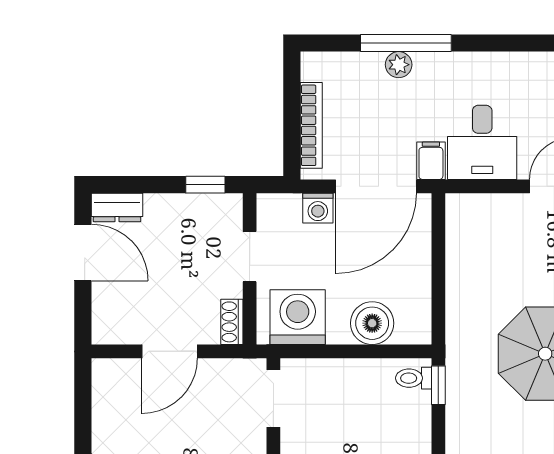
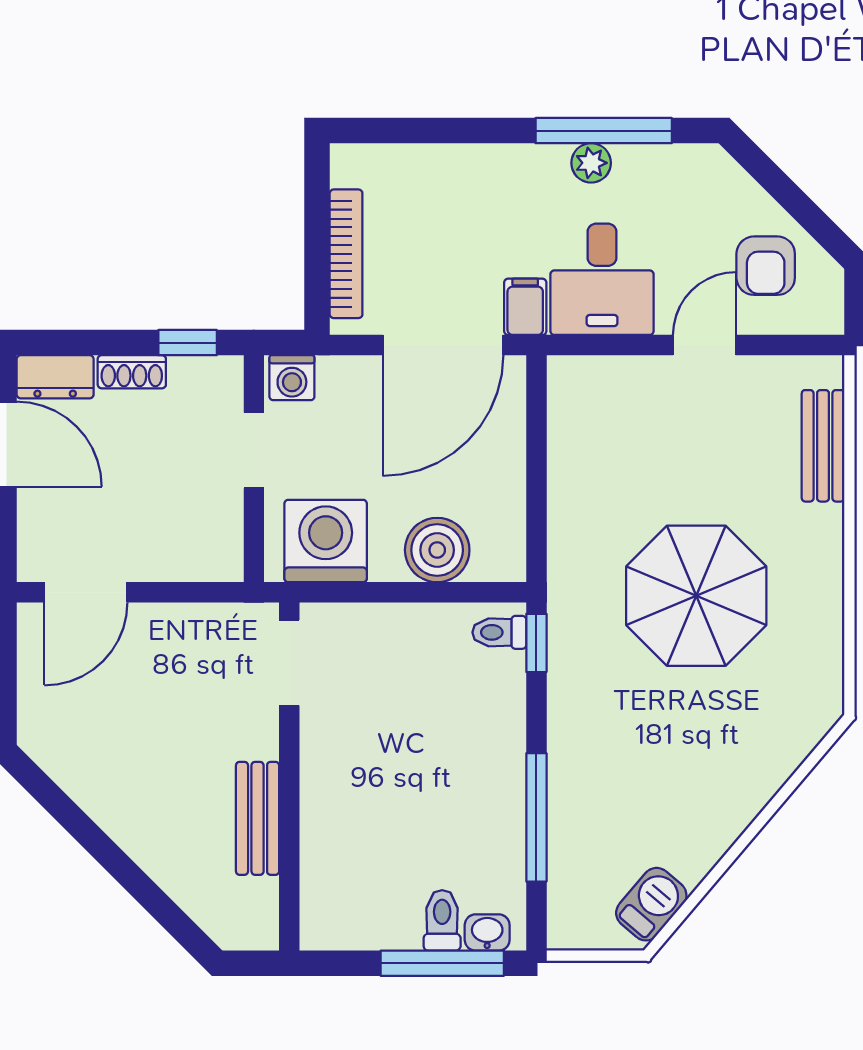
window: (406, 43) -> (604, 131), moved
plant: (399, 65) -> (591, 163), moved
washing machine: (318, 208) -> (292, 378), moved
shoe rack: (232, 322) -> (132, 372), moved, turned -90
door: (170, 351) -> (86, 592), moved

